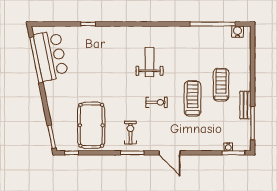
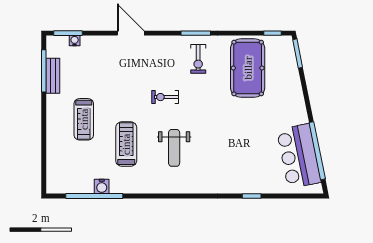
water cooler: (237, 32) -> (102, 186), moved
treadmill: (193, 98) -> (126, 144), moved, turned 180
bench: (245, 105) -> (53, 76), moved
door: (170, 153) -> (131, 33), moved

